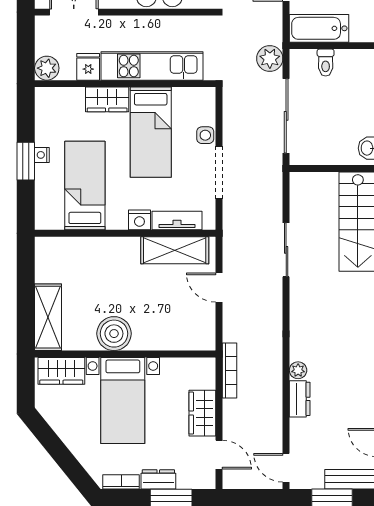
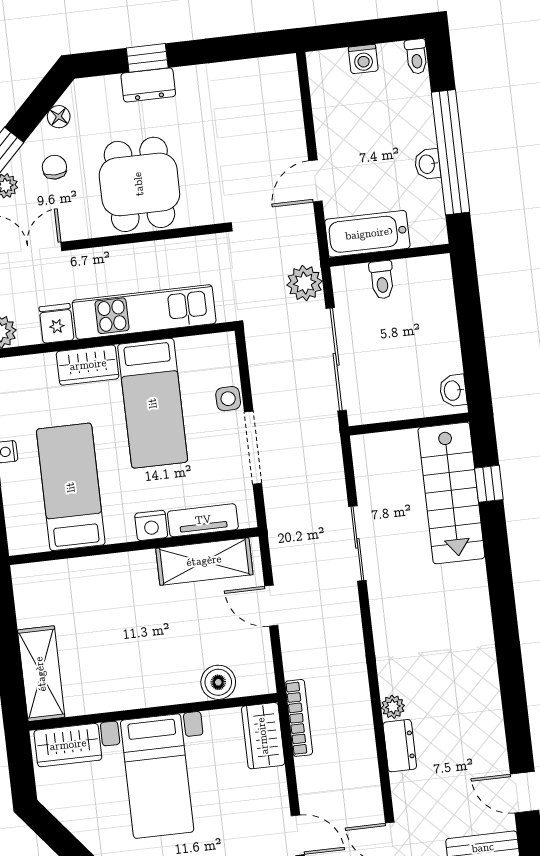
boiler: (114, 334) -> (218, 682), moved, width x0.73, depth x0.73
wardrobe: (202, 413) -> (263, 736), moved

